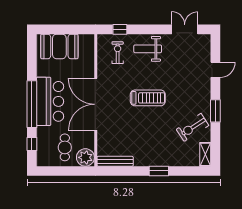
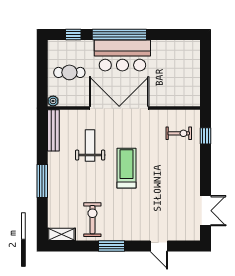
booth: (59, 46) -> (186, 66), removed
weight bench: (148, 49) -> (90, 146), moved
treadmill: (148, 98) -> (126, 168), turned 180
exercise bike: (192, 127) -> (92, 220), turned 33
plant: (85, 157) -> (53, 101), width x0.53, depth x0.53
window: (159, 171) -> (42, 181), width x1.44

